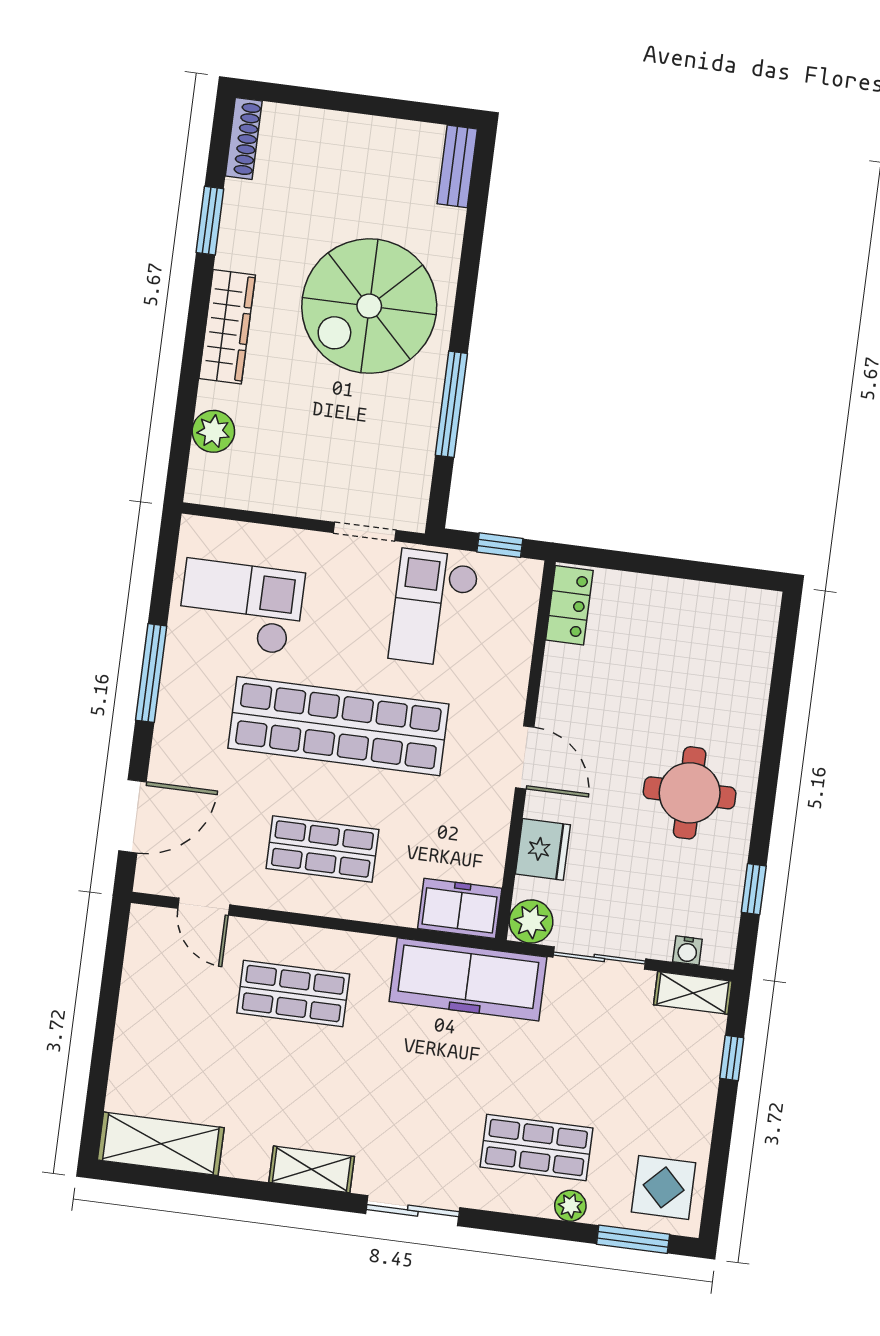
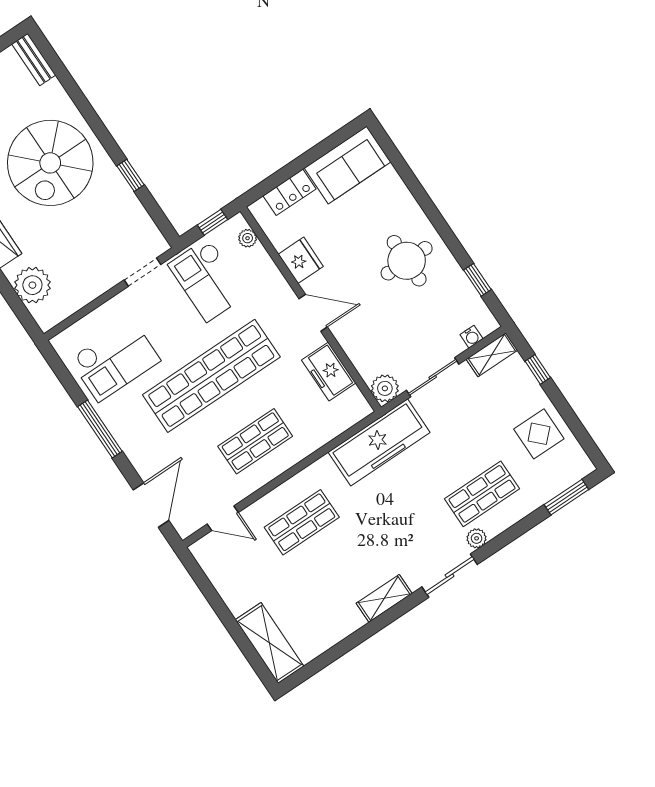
window: (451, 404) -> (130, 175), width x0.46
plant: (213, 431) -> (32, 285), width x1.36, depth x1.36
plant: (525, 601) -> (248, 238), added
locker: (569, 605) -> (289, 192), moved, turned 90
checkout: (241, 607) -> (115, 360), turned 180
sofa: (719, 618) -> (348, 165), added
fridge: (543, 849) -> (301, 260), moved
freezer: (460, 908) -> (329, 371), moved, turned -90
shelving: (161, 1144) -> (269, 643), moved, turned 90
display table: (664, 1187) -> (539, 434), moved
plant: (570, 1206) -> (477, 538), moved

